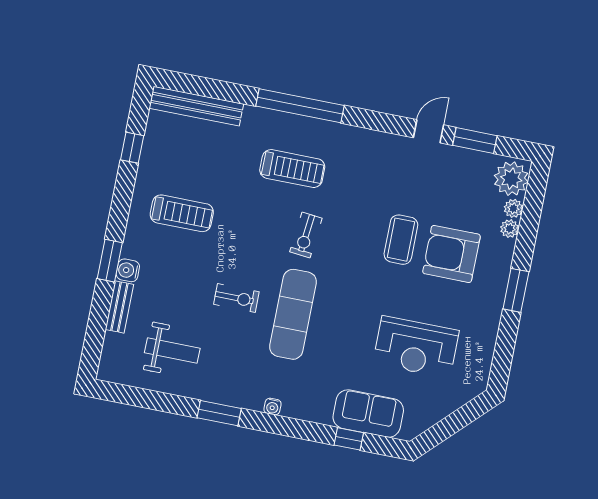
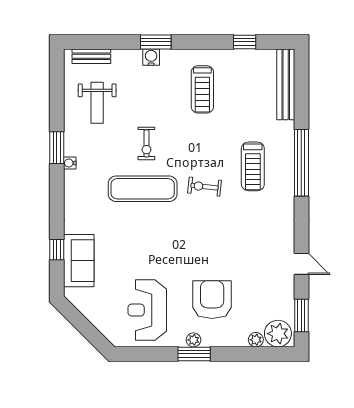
window: (475, 140) -> (301, 315), moved
plant: (510, 229) -> (193, 340), moved
coffee table: (401, 240) -> (215, 259), removed
bench: (119, 307) -> (91, 56), moved
reception desk: (416, 347) -> (147, 310), moved
water cooler: (272, 407) -> (70, 163), moved

